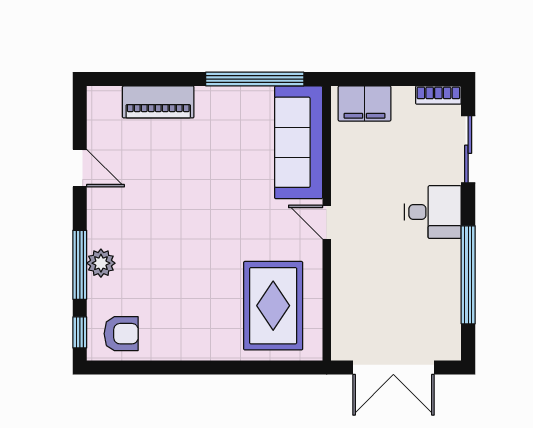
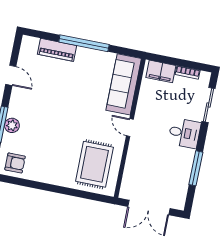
window: (255, 79) -> (84, 43), moved
bookcase: (438, 95) -> (188, 72), moved
window: (468, 275) -> (196, 168), width x0.68

